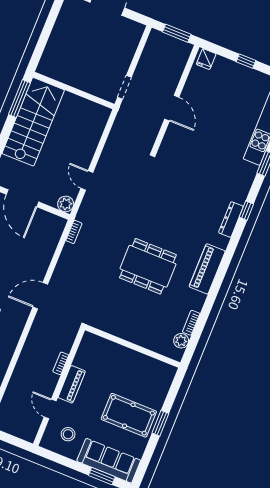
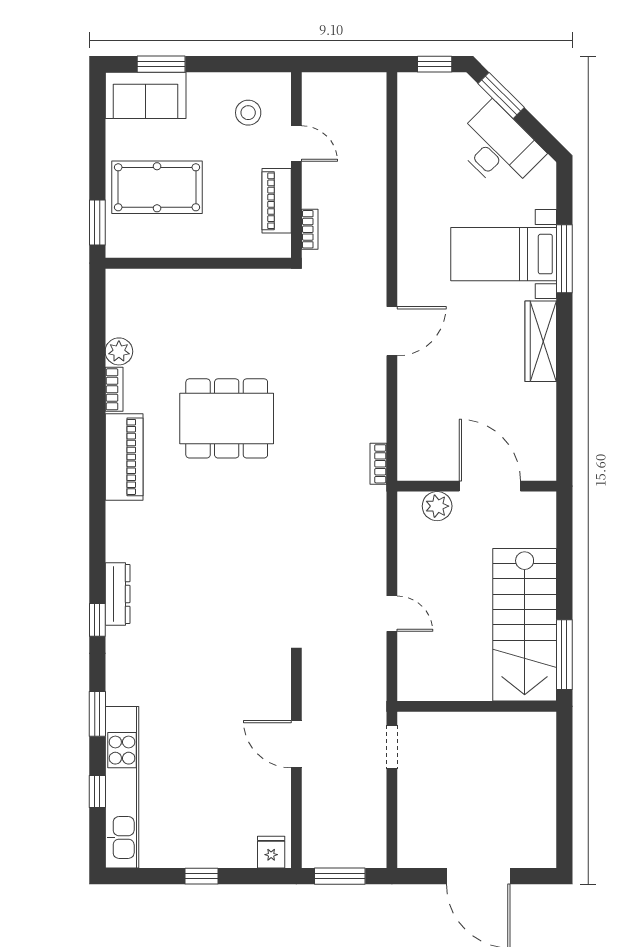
door: (87, 180) -> (392, 614), moved
plant: (66, 204) -> (437, 506), moved
dining table: (148, 266) -> (227, 418), moved
piano: (207, 269) -> (124, 457), moved
wall: (133, 346) -> (198, 263), moved
window: (160, 423) -> (97, 222), moved
sofa: (109, 461) -> (146, 95), width x0.73

